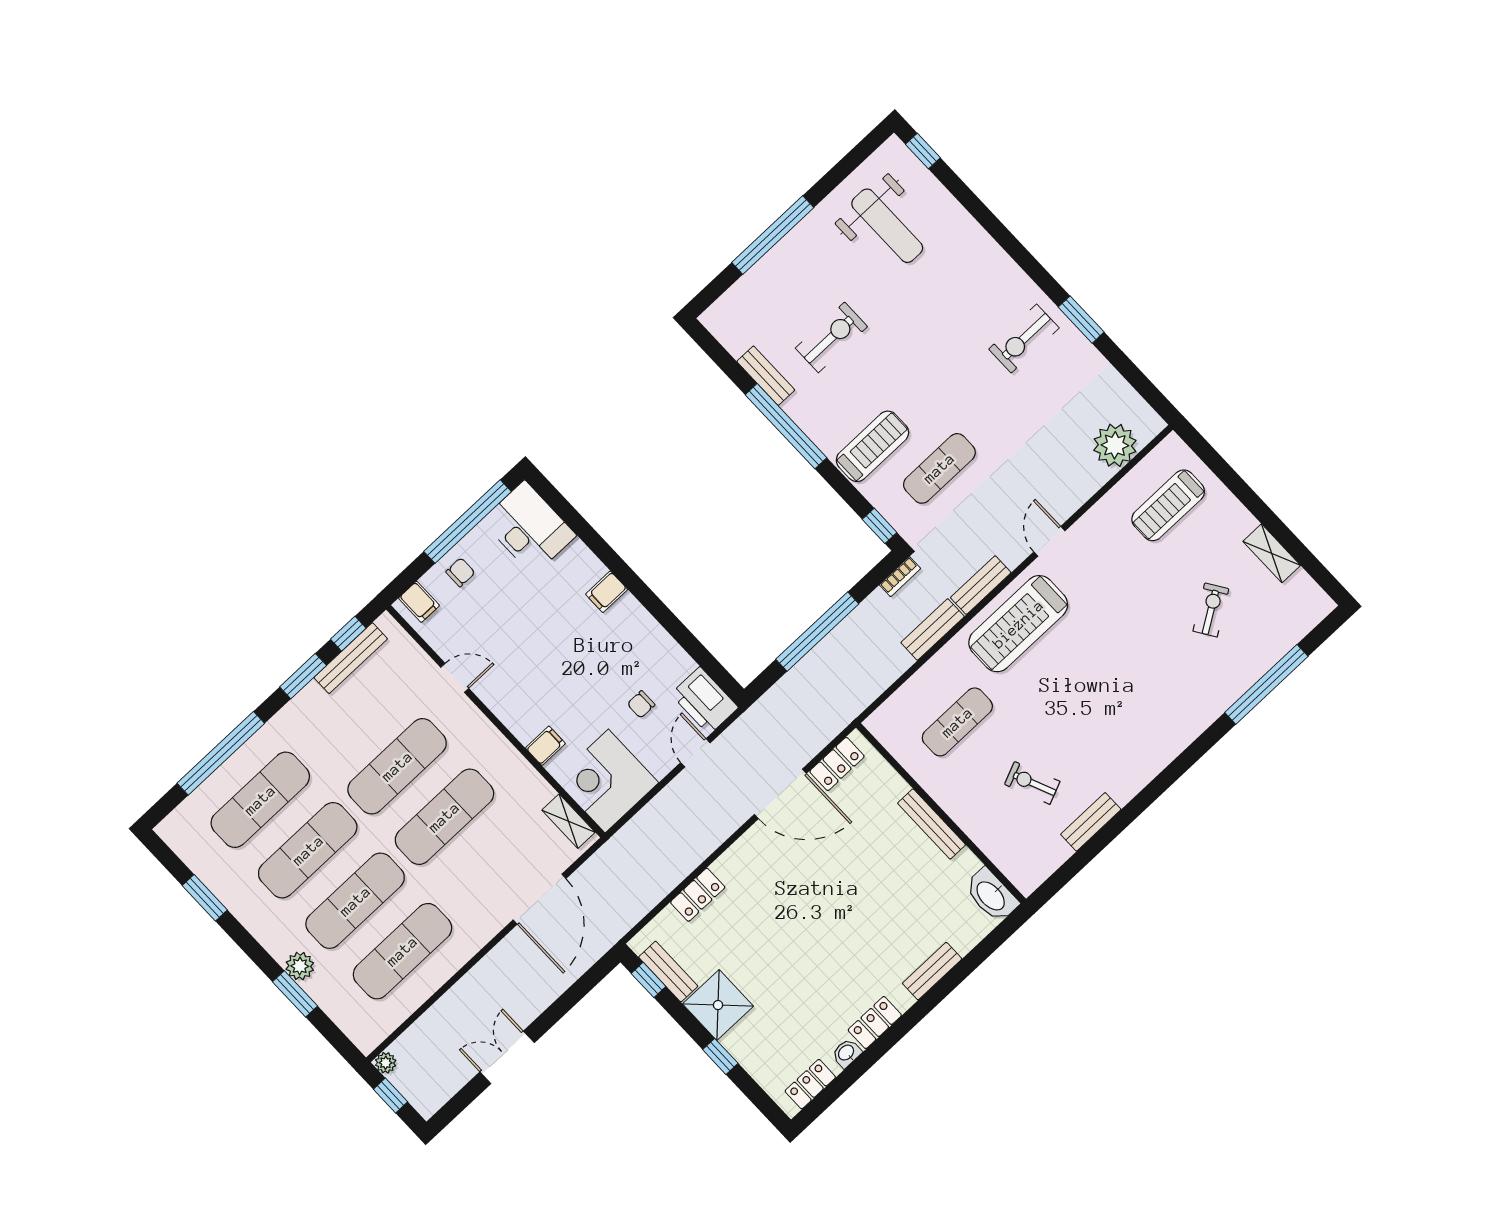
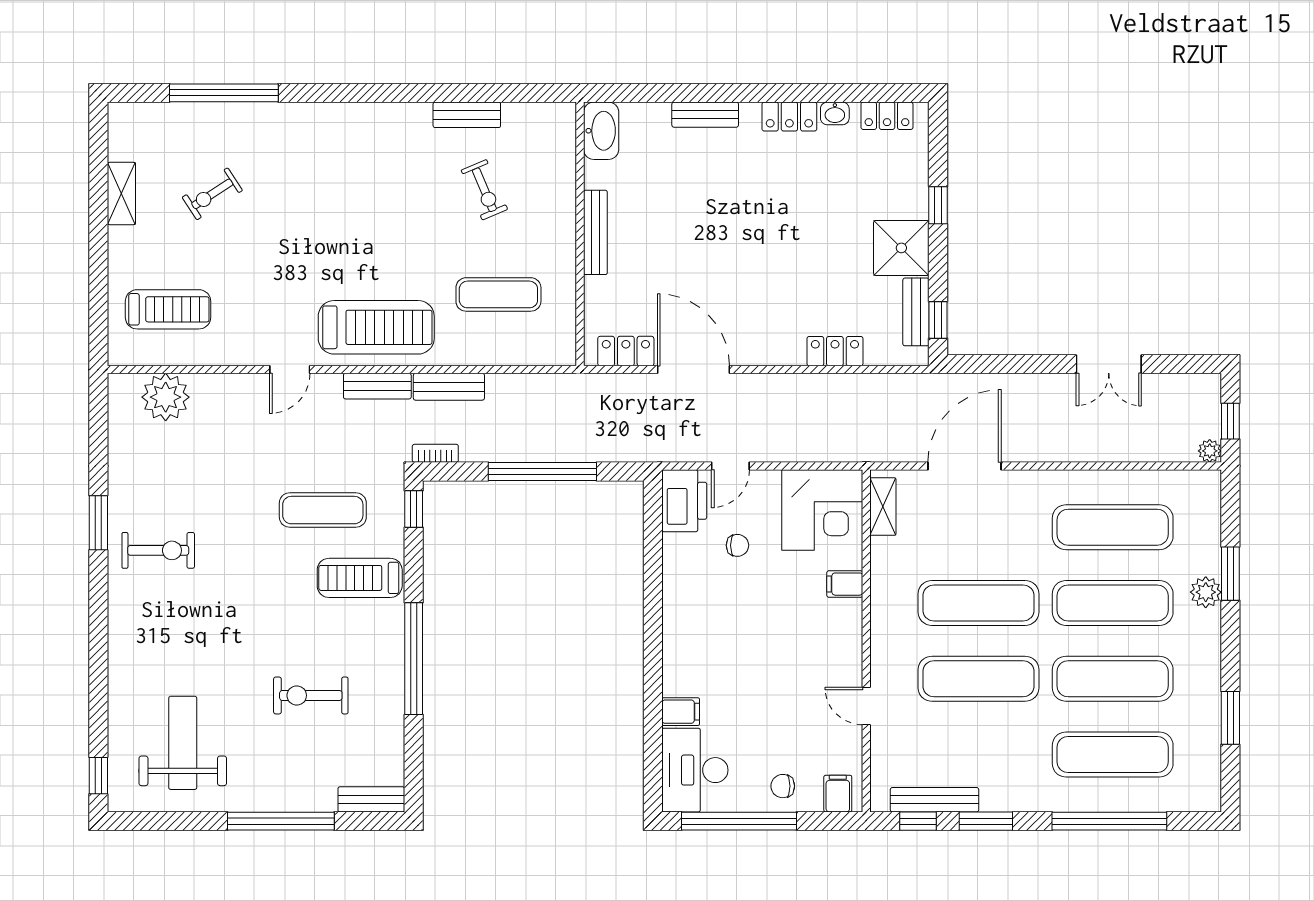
bench: (766, 376) -> (371, 799), moved, turned 90
filing cabinet: (607, 592) -> (681, 712), moved

